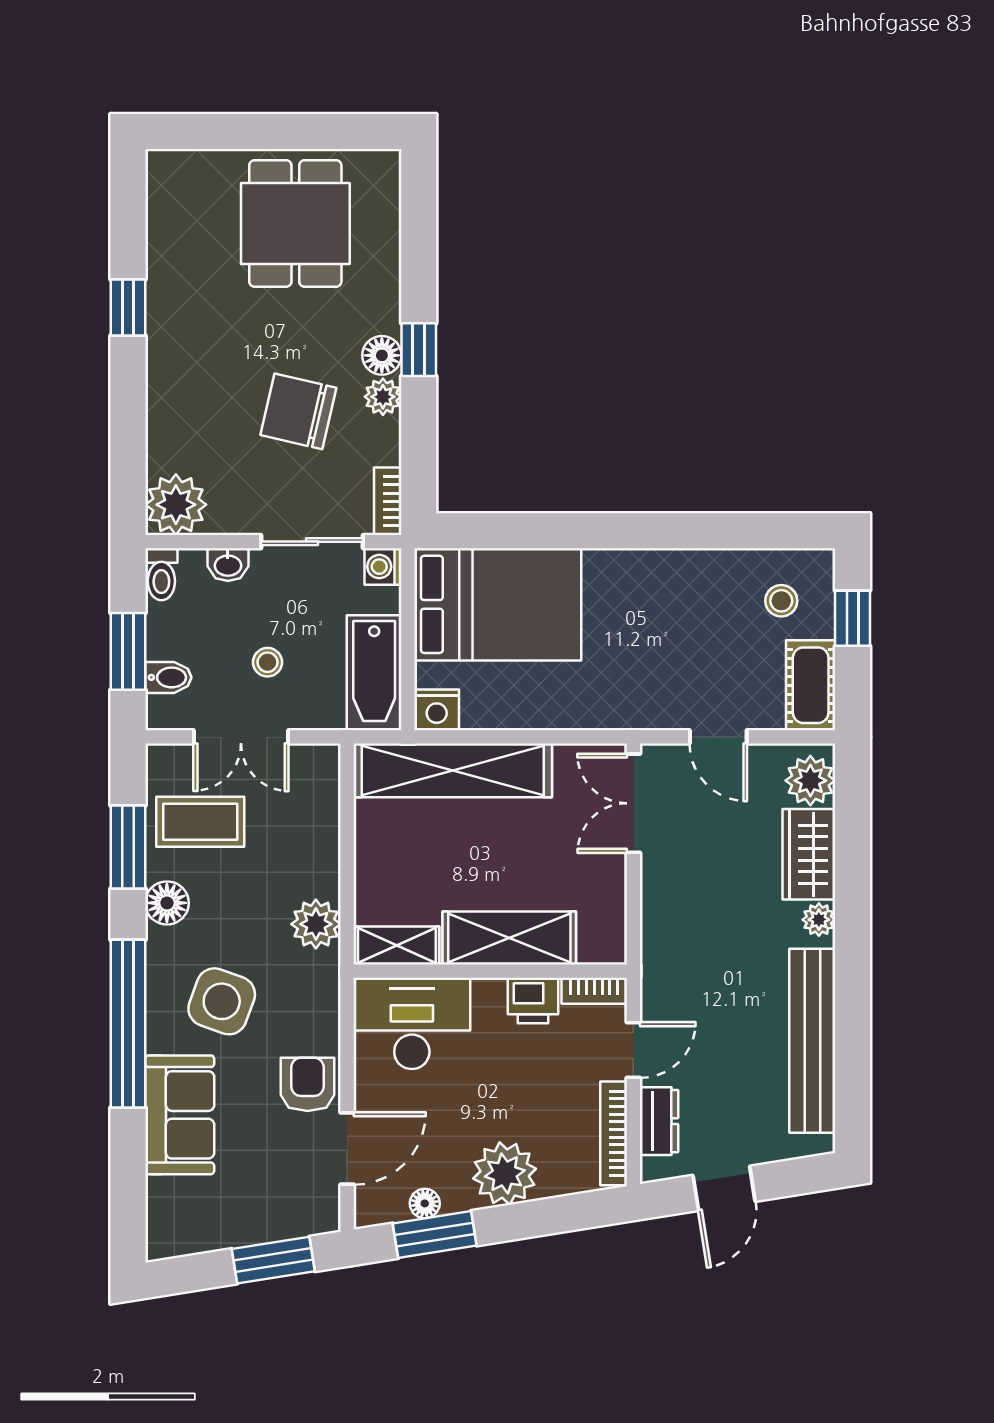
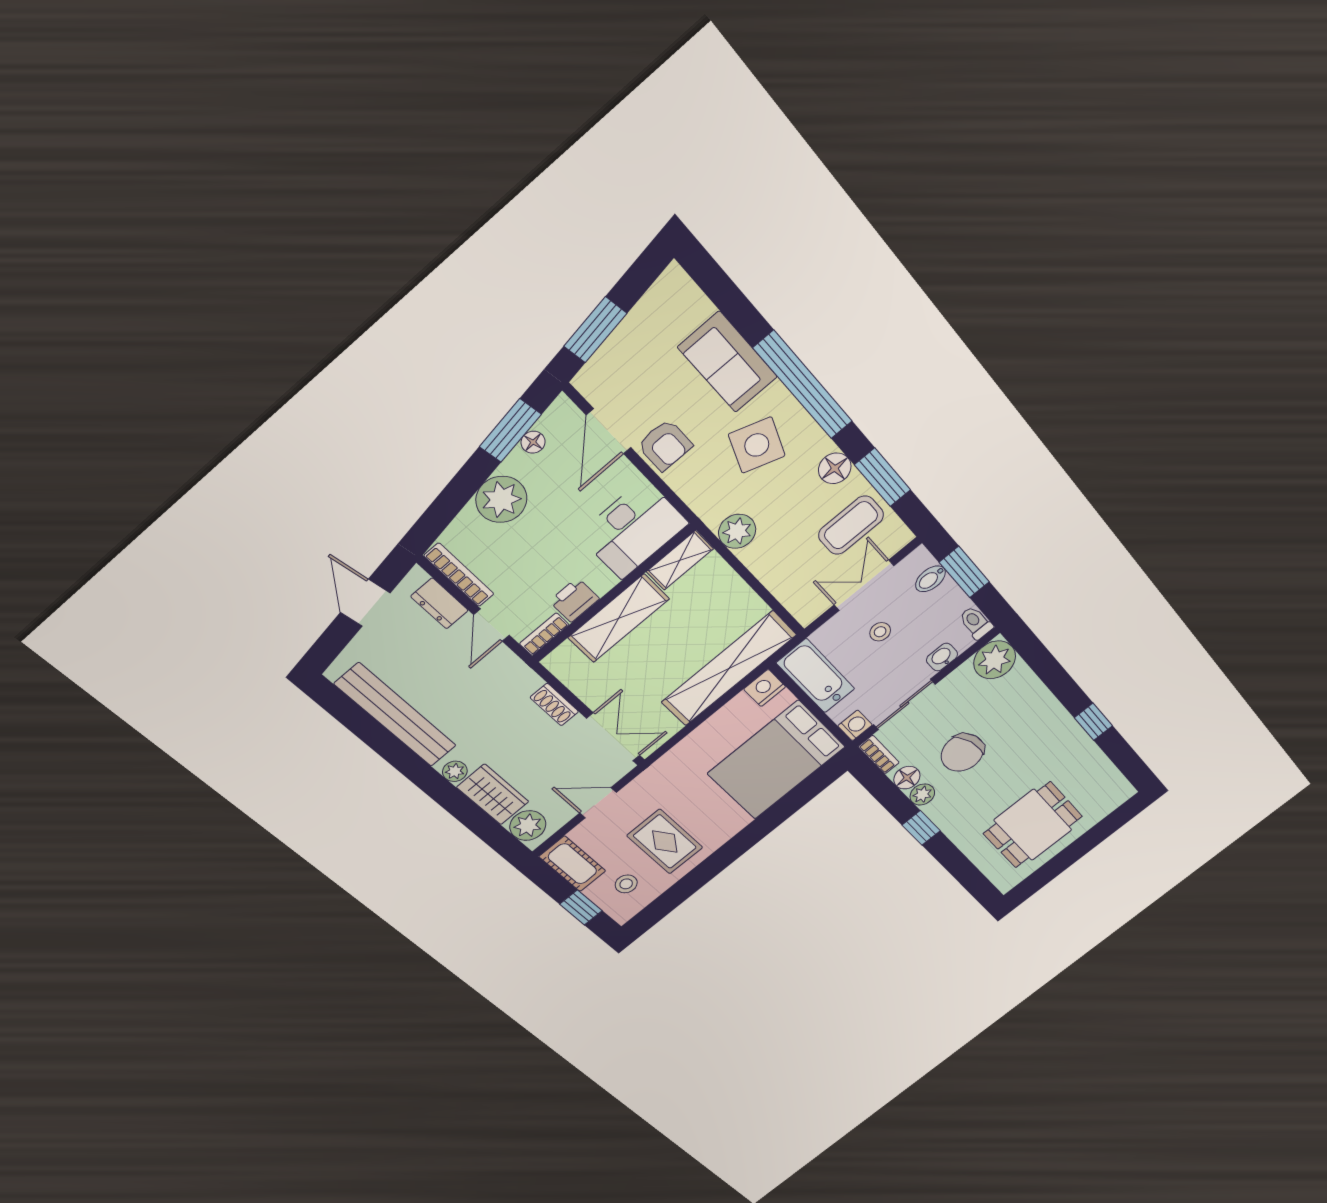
dining table: (295, 223) -> (1033, 825), turned 90
floor lamp: (382, 355) -> (907, 778), moved
chair: (298, 411) -> (962, 753), turned 152
rug: (696, 616) -> (665, 842), added
shoe rack: (656, 900) -> (554, 705), added

